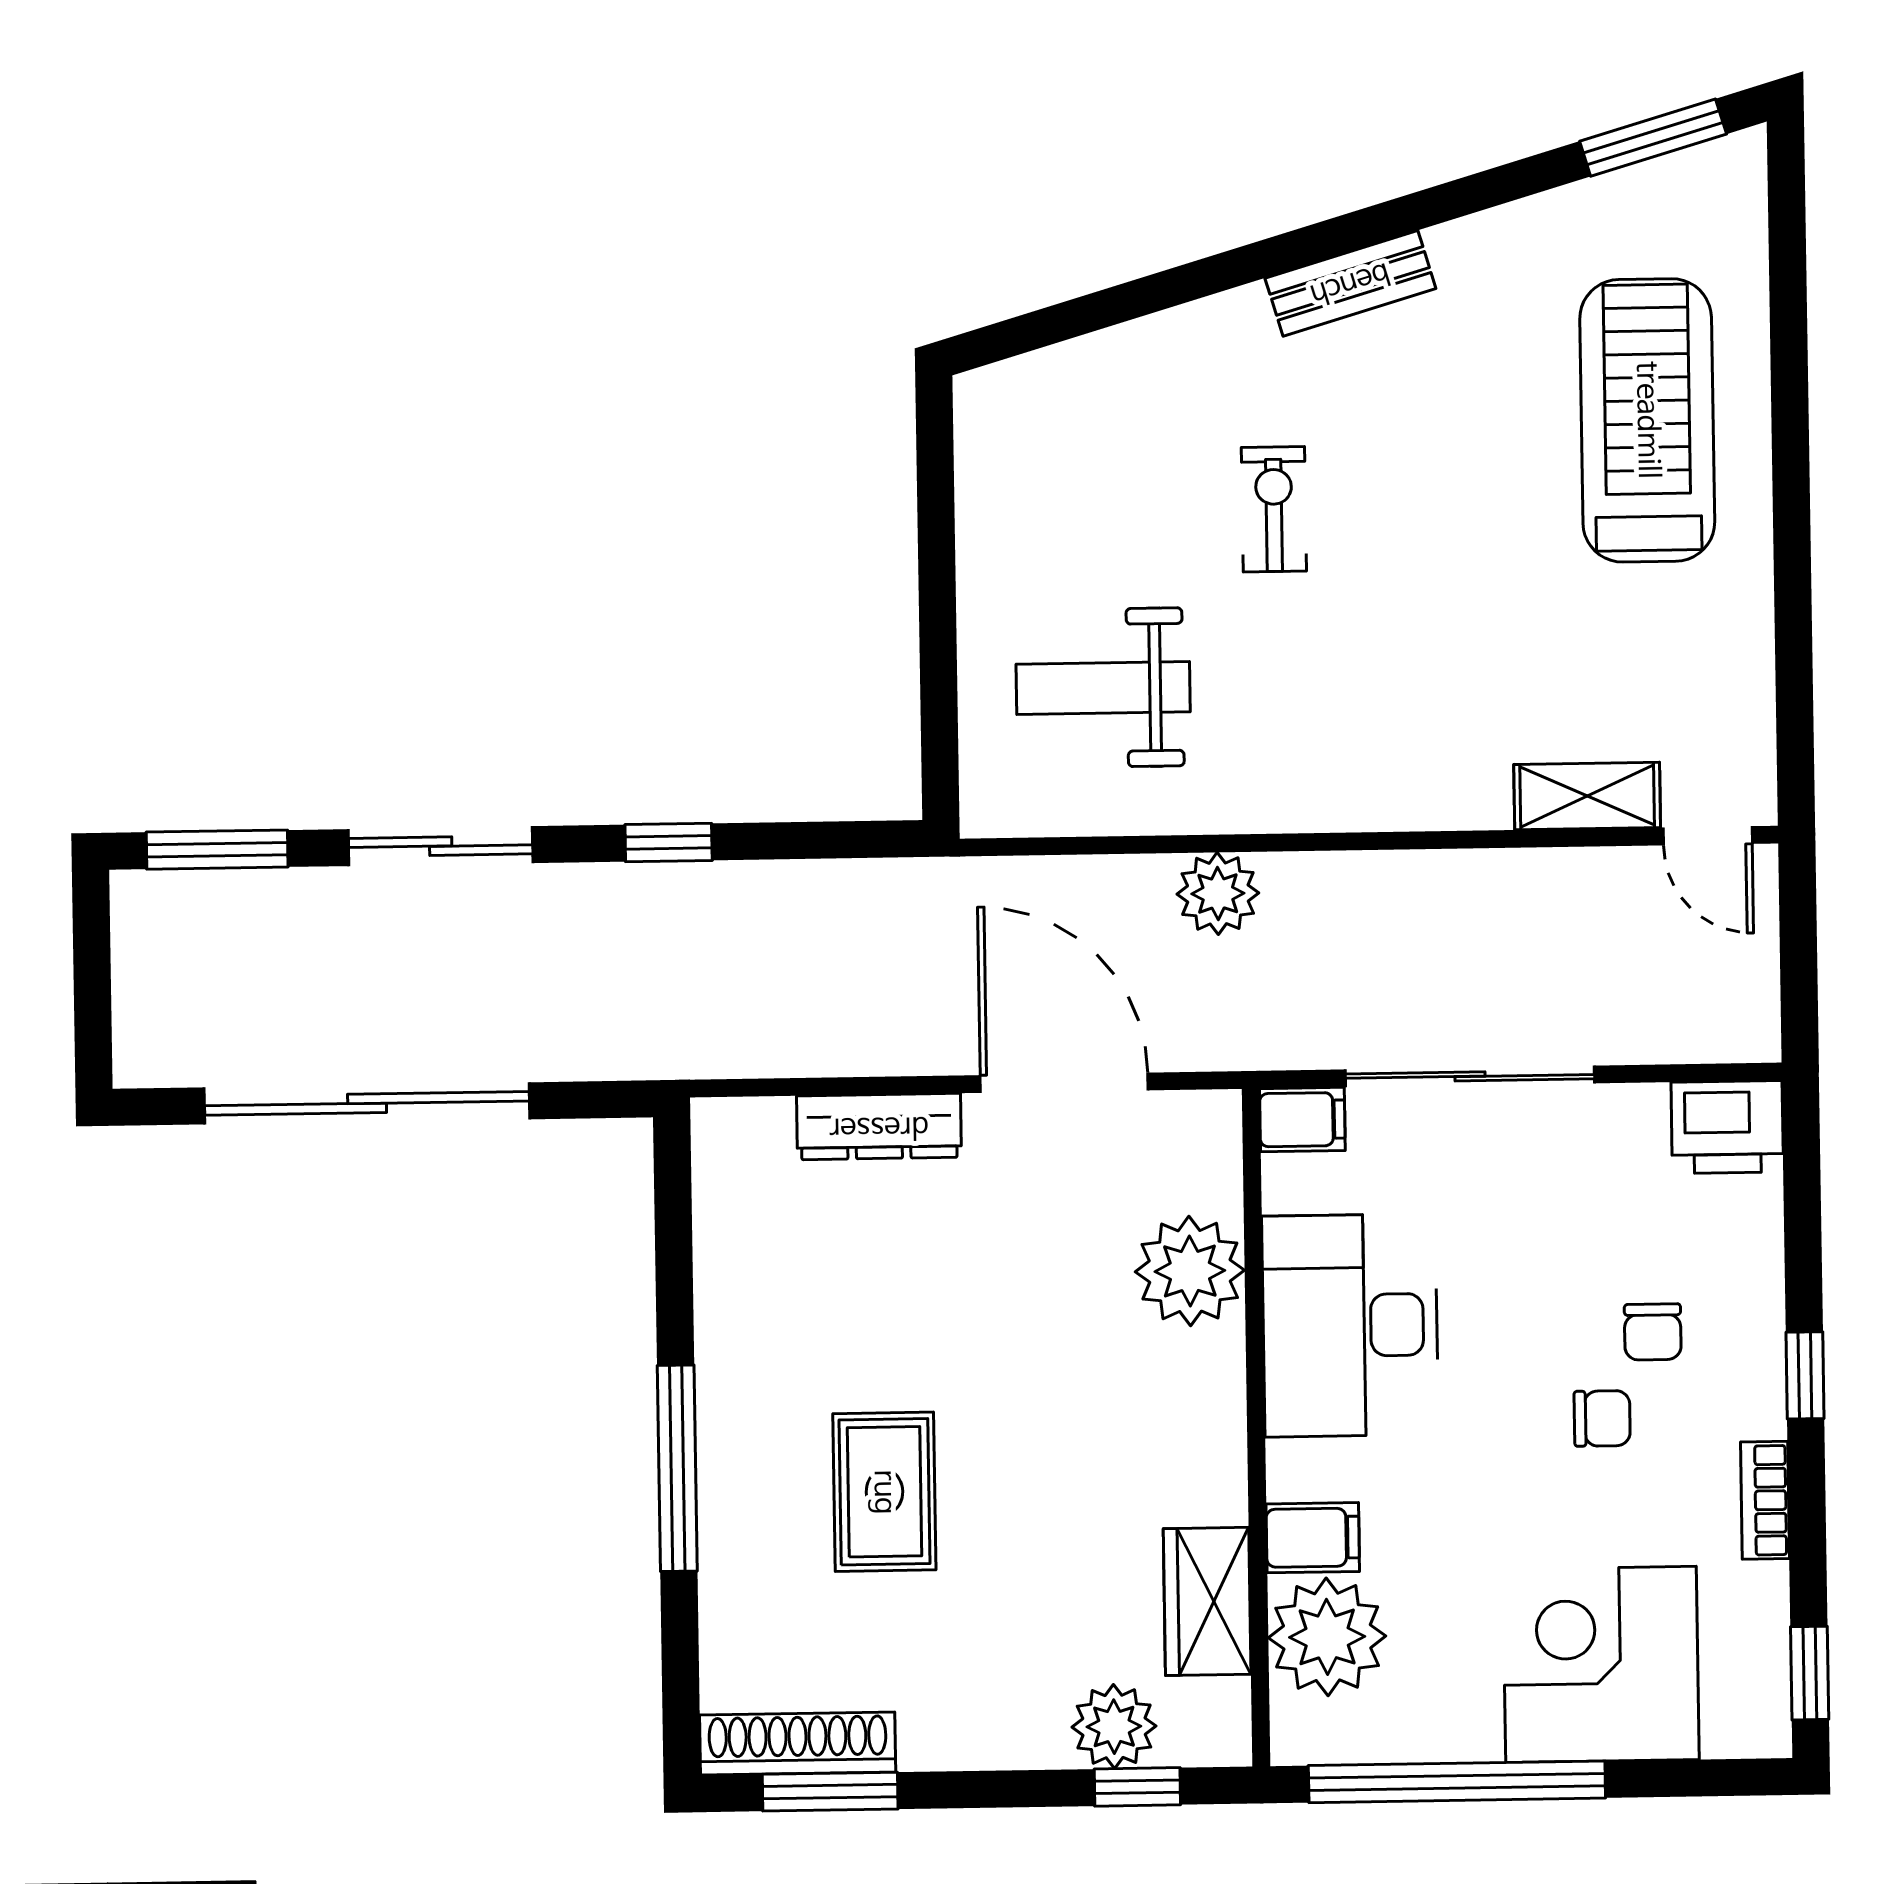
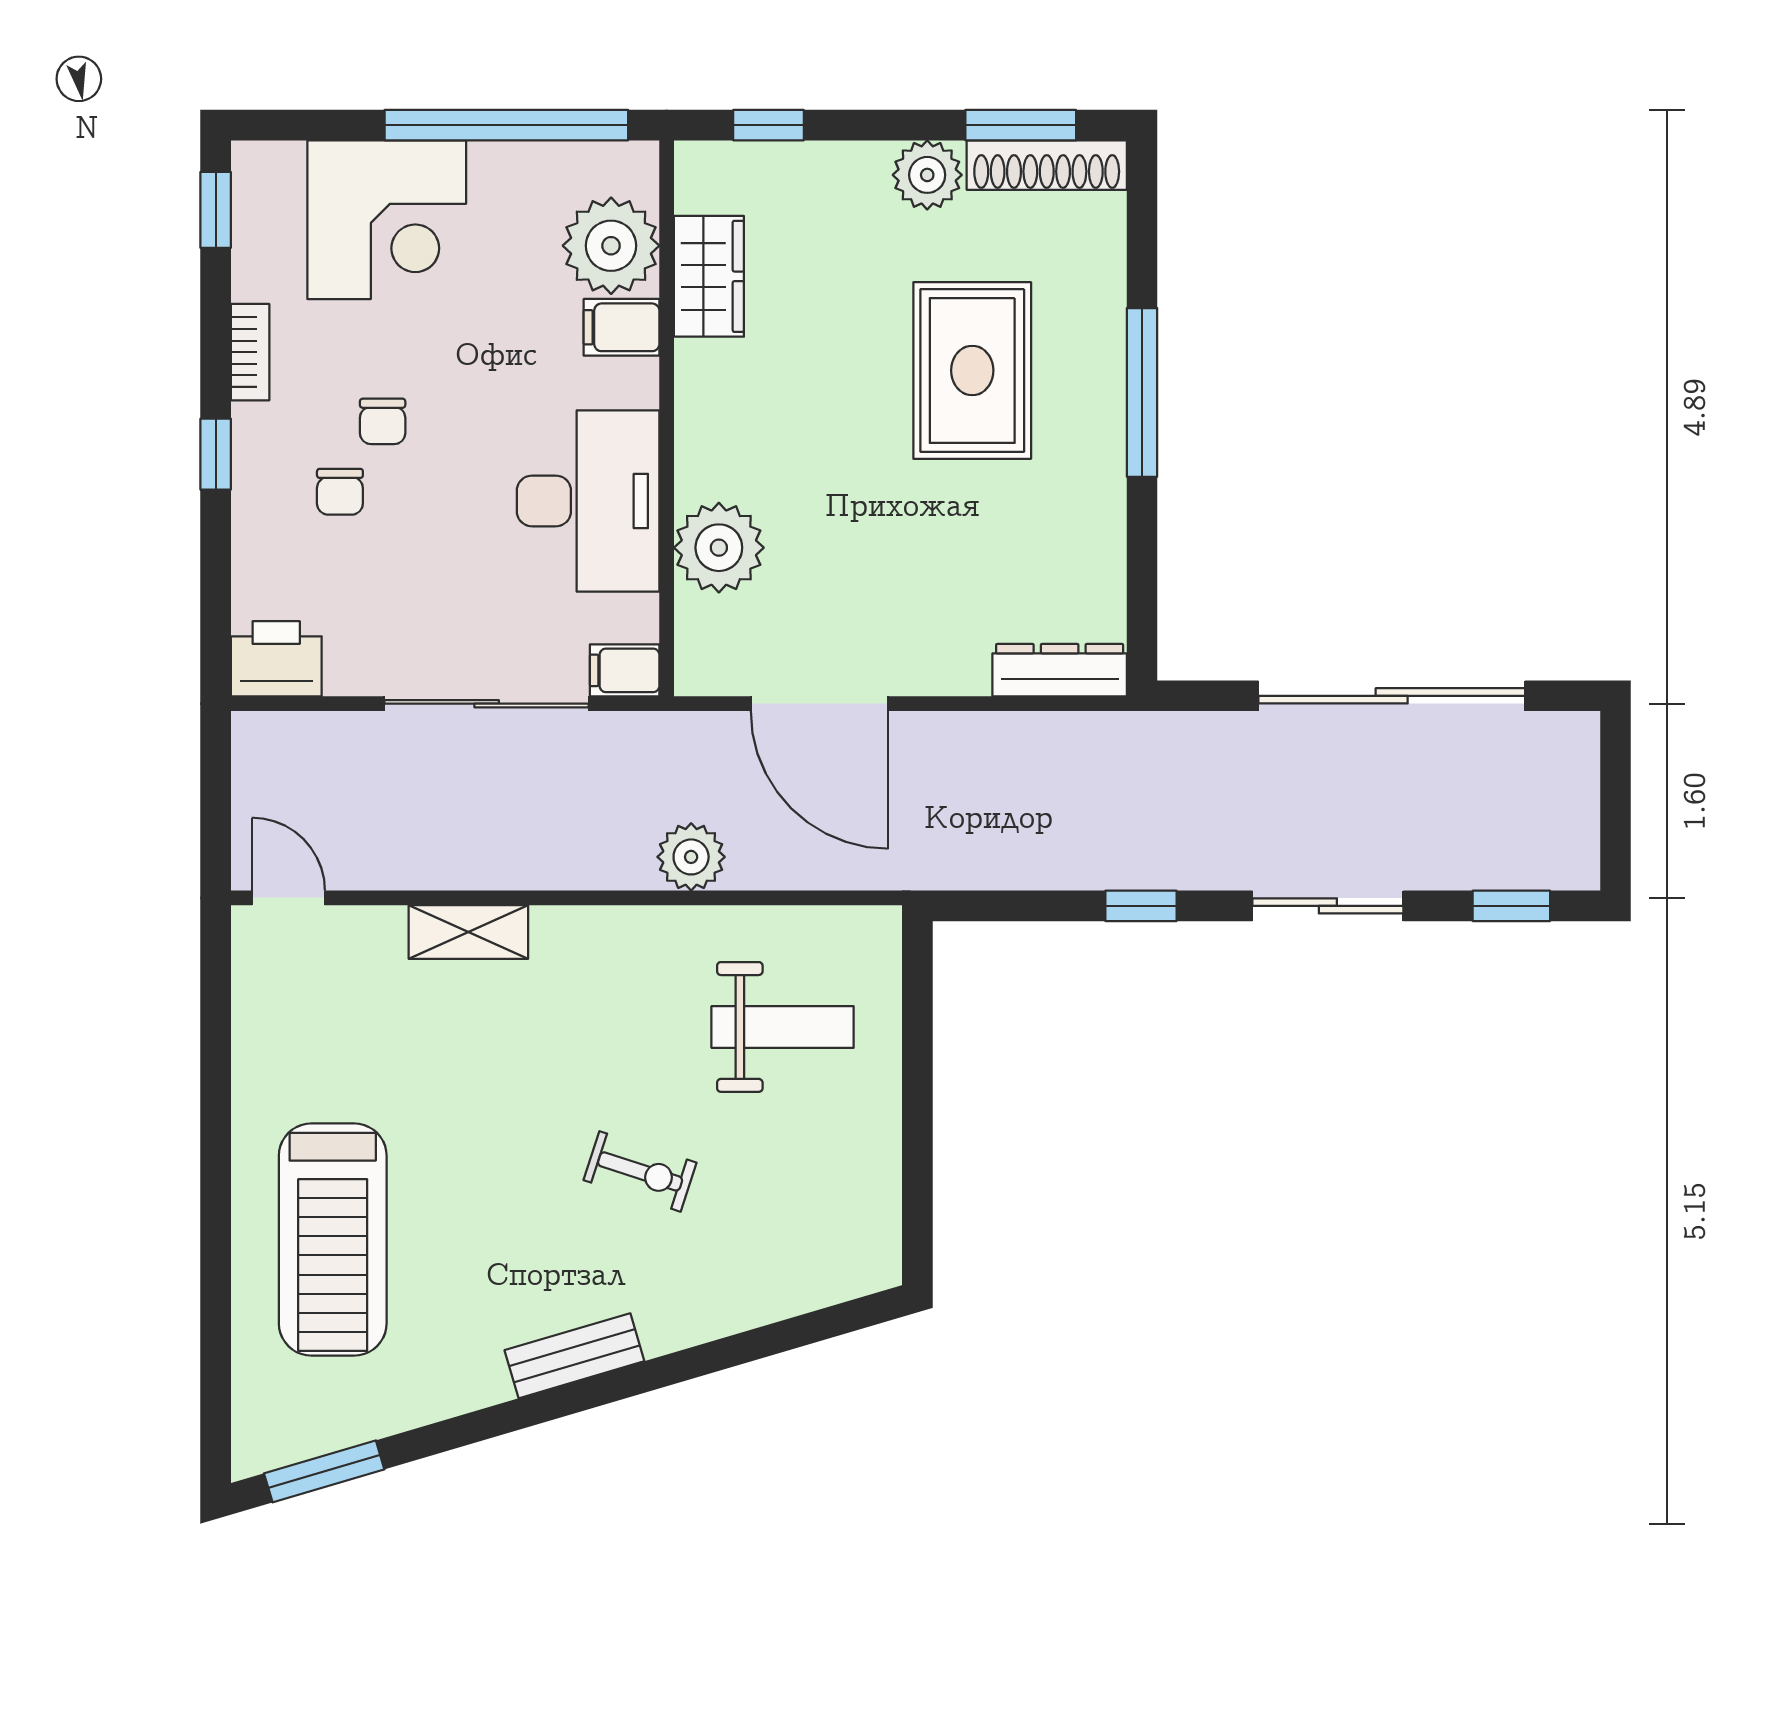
exercise bike: (1274, 509) -> (640, 1171), turned -72
shelving: (1587, 796) -> (468, 932), moved
window: (217, 850) -> (1511, 906), width x0.67
dresser: (879, 1127) -> (1060, 670), moved
chair: (1653, 1332) -> (340, 492), turned 180
chair: (1602, 1418) -> (383, 421), turned -90
rug: (884, 1492) -> (972, 370), width x1.36, depth x1.43
plant: (1114, 1727) -> (927, 175), moved

